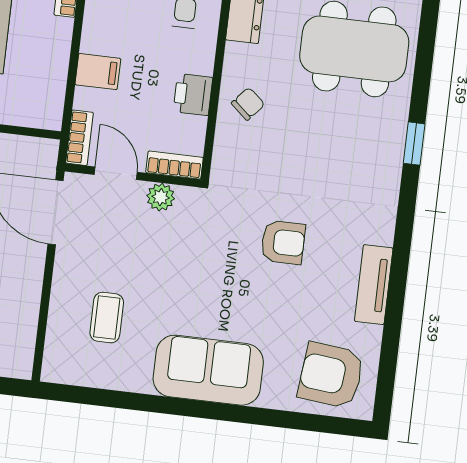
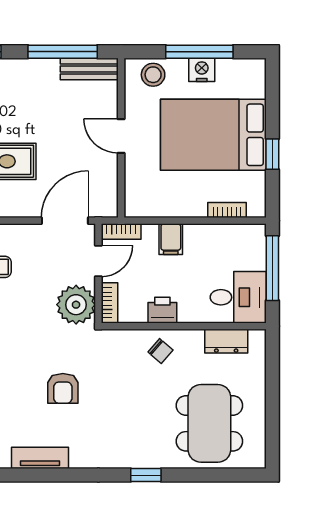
plant: (161, 197) -> (76, 305), width x1.88, depth x1.88

